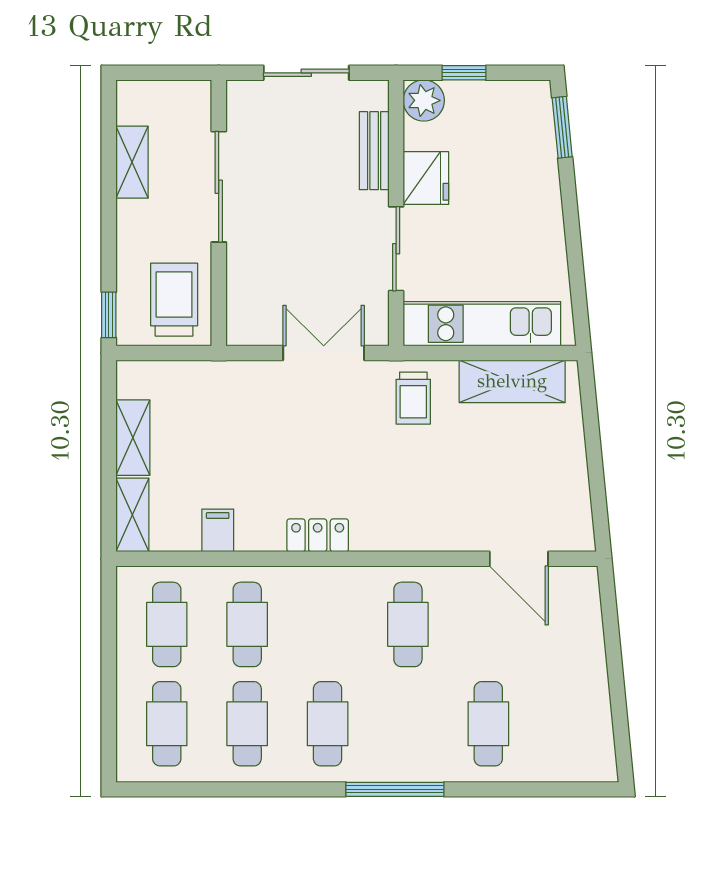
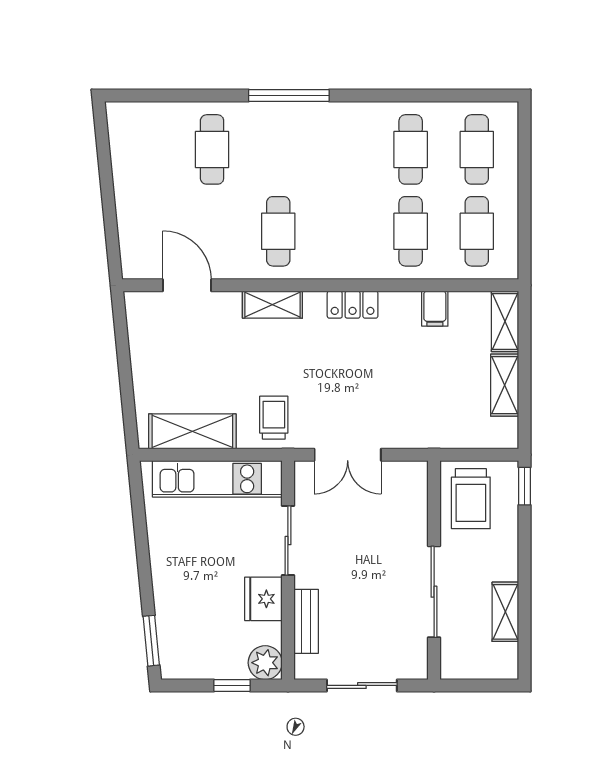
shelving: (415, 535) -> (272, 305), added
cafe table: (328, 724) -> (344, 149), removed

